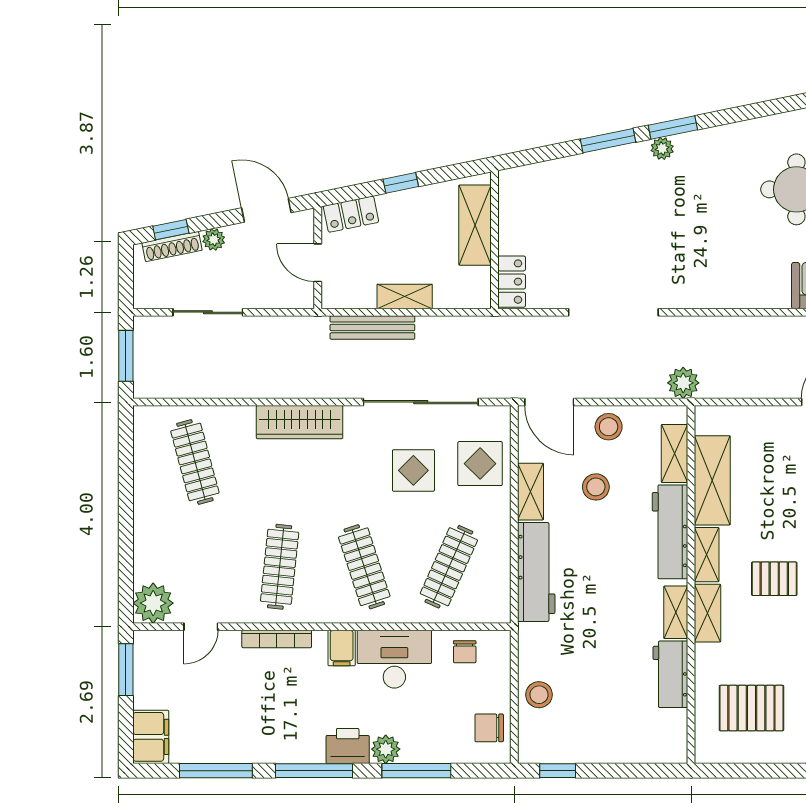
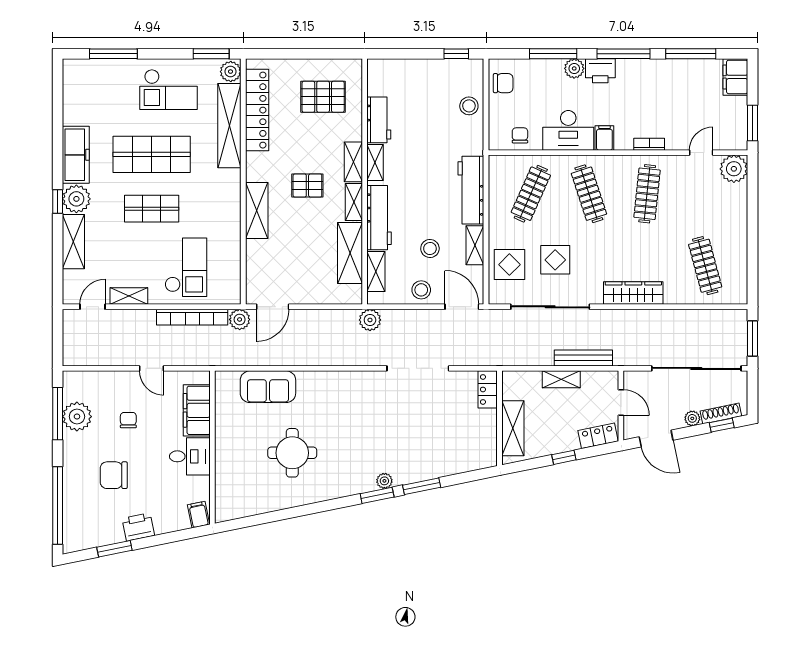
sliding door: (208, 312) -> (696, 368), width x1.86
bookcase: (277, 639) -> (649, 144), width x0.64

